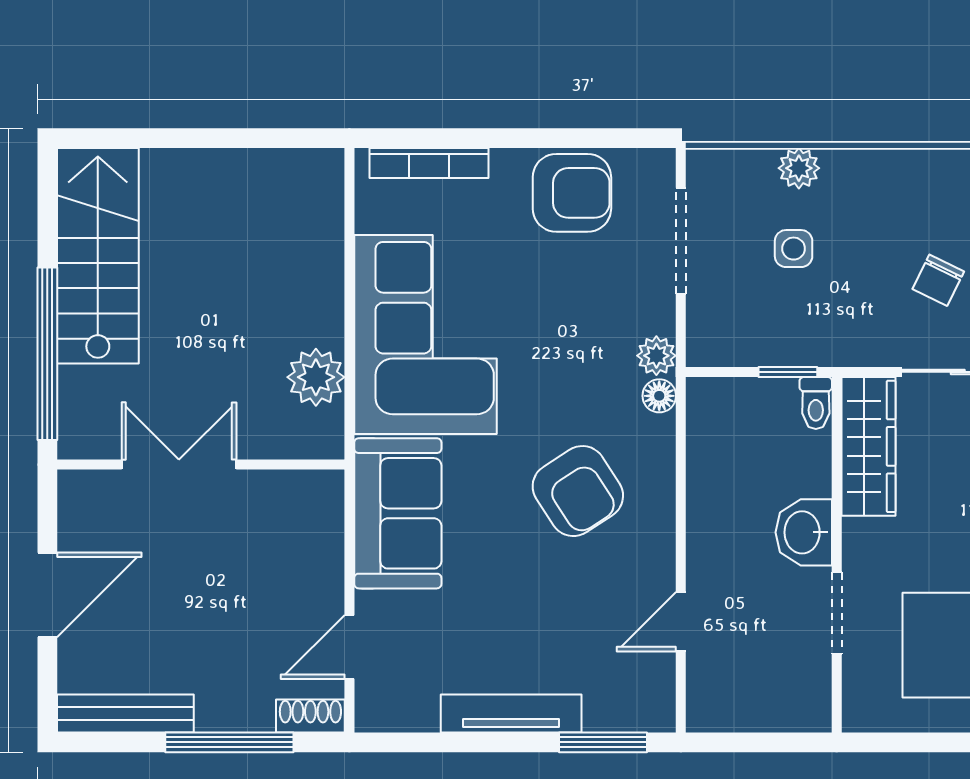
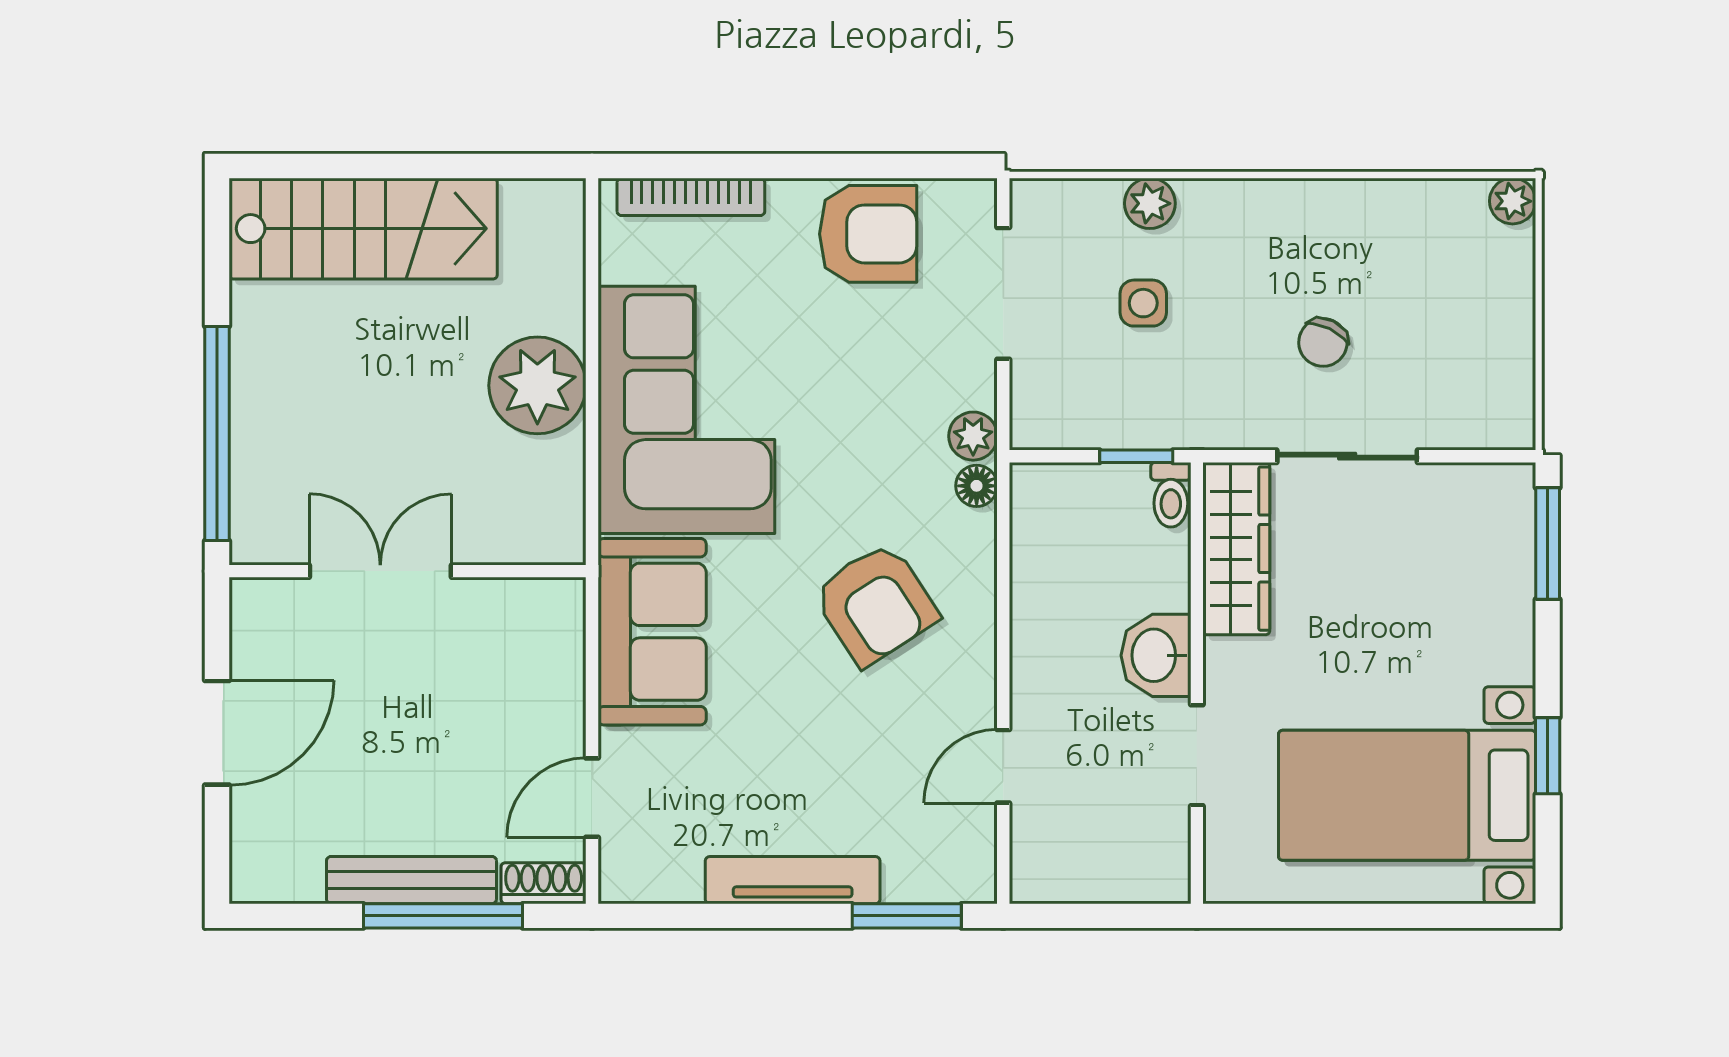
stairs: (98, 256) -> (363, 229), moved, turned 90
plant: (316, 377) -> (537, 385), moved, width x1.36, depth x1.36
bench: (125, 713) -> (411, 880), moved

